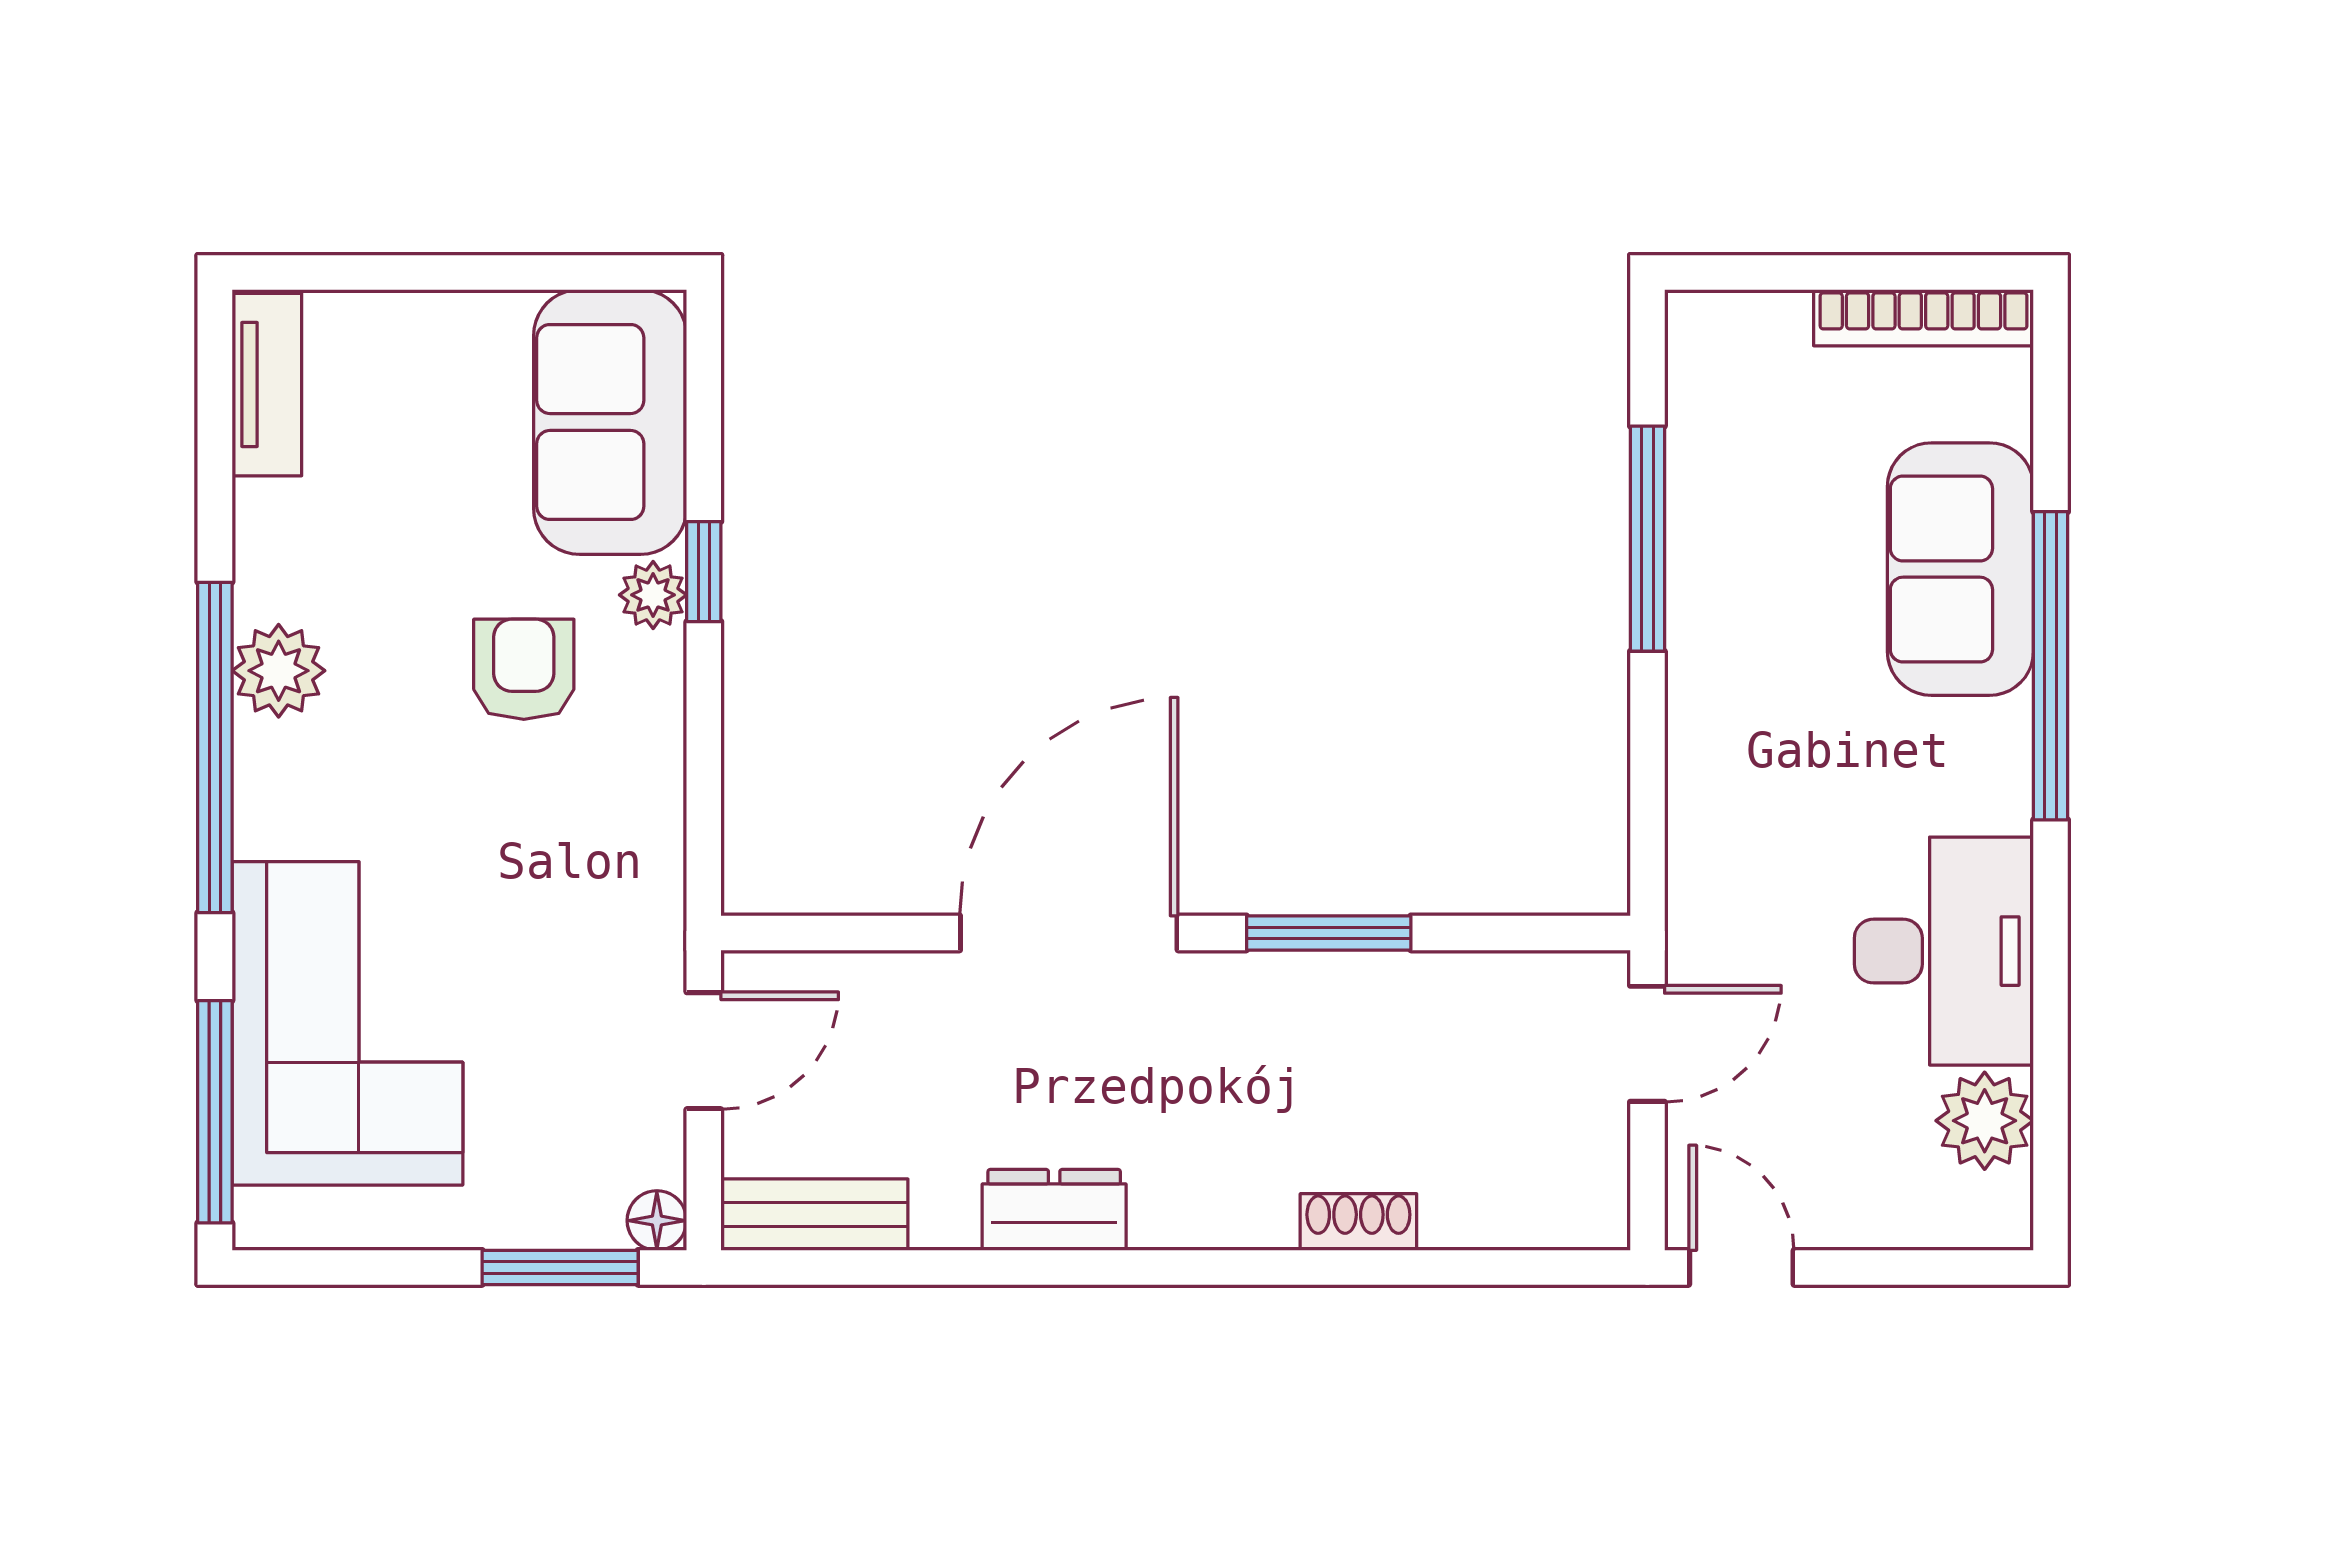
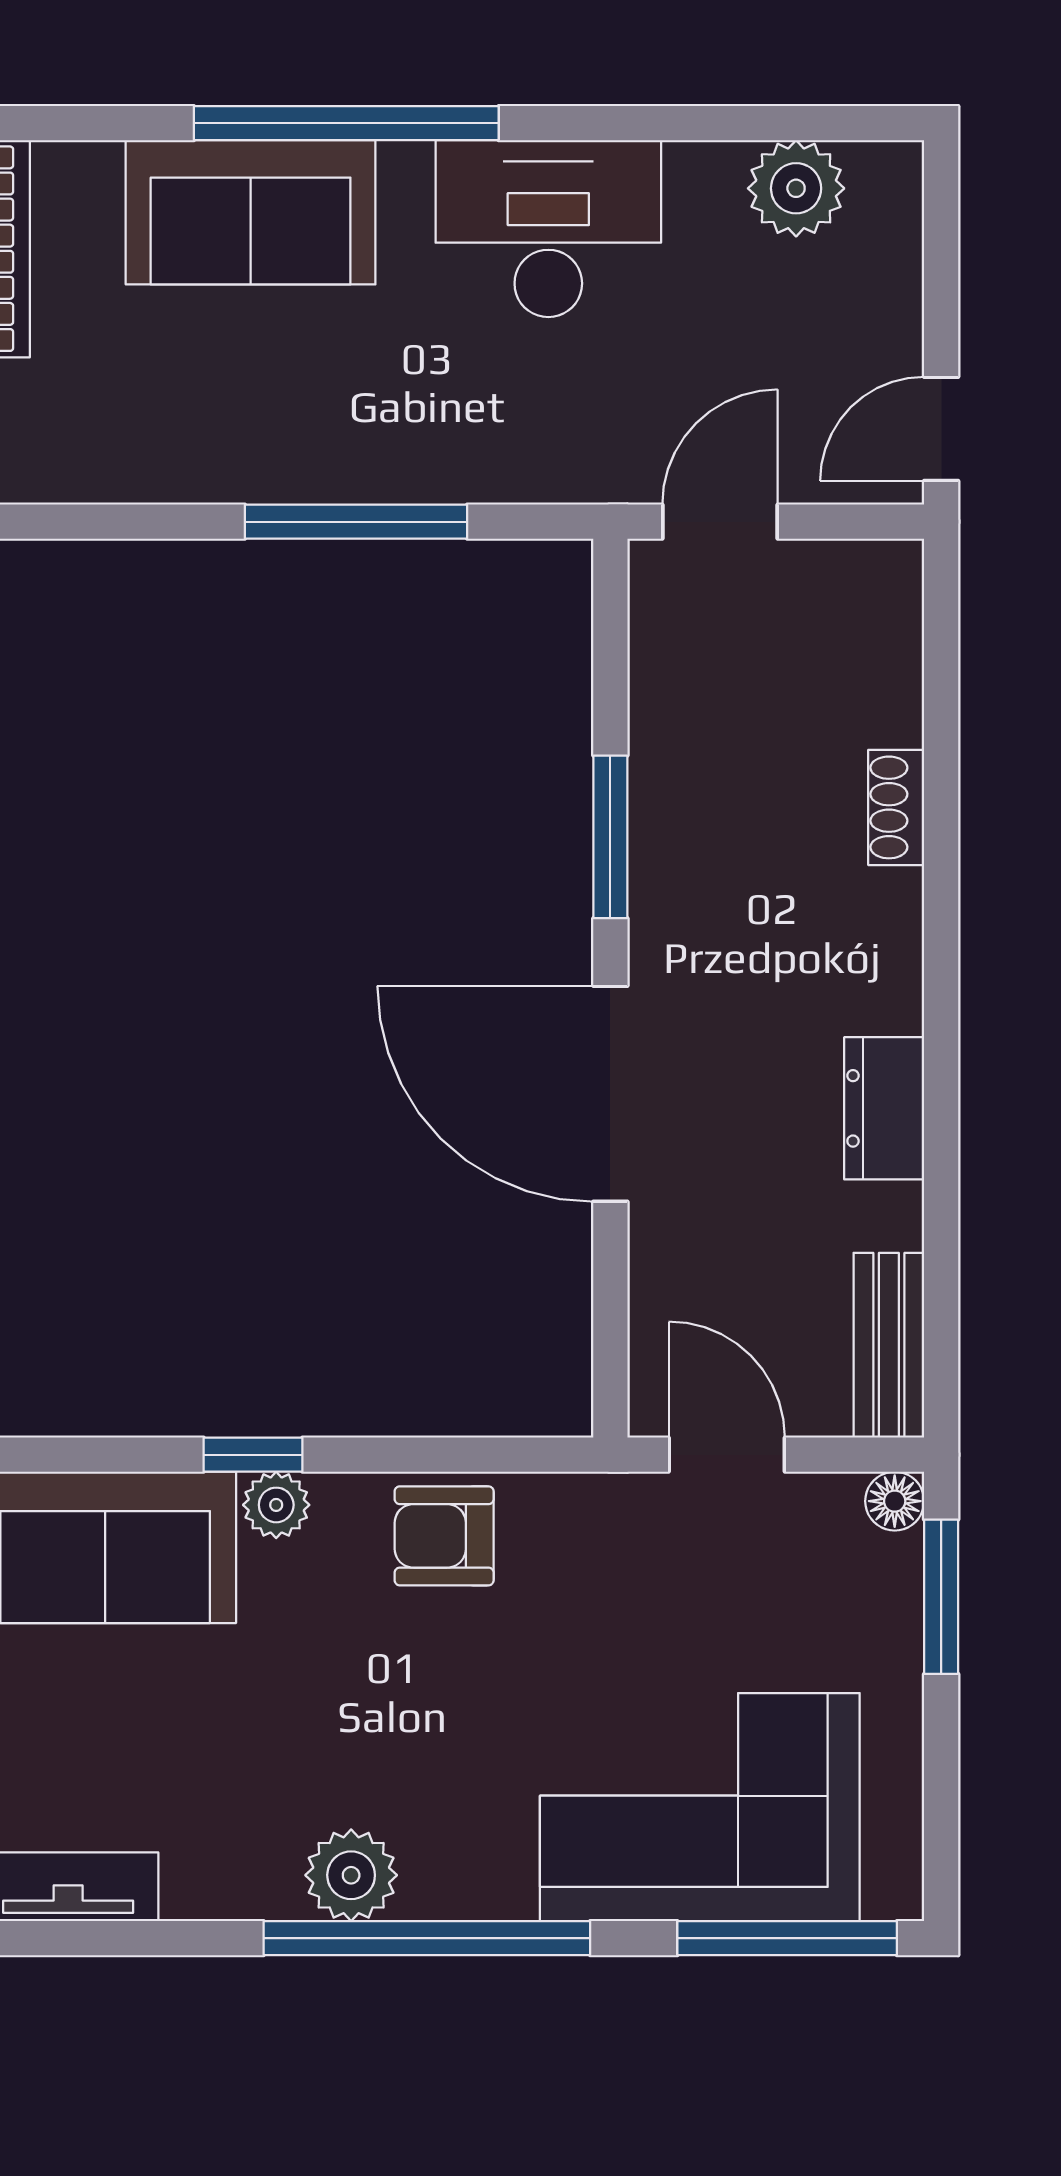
window: (1647, 539) -> (356, 522), moved
armchair: (524, 669) -> (444, 1536), moved
desk: (1944, 951) -> (548, 229), moved
door: (1647, 1044) -> (720, 522), hinge flipped

